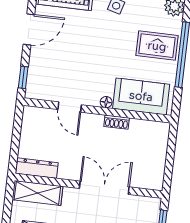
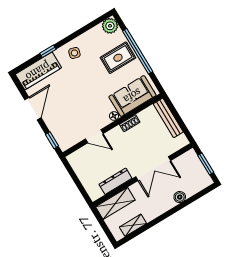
bench: (160, 148) -> (168, 118), added
dresser: (37, 168) -> (115, 181), moved
double door: (104, 188) -> (153, 169), swing flipped

